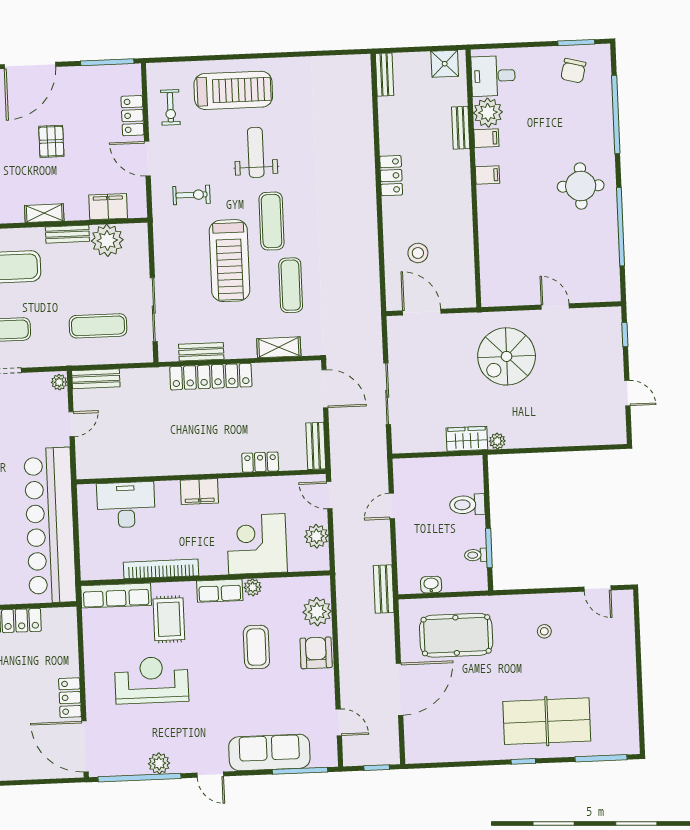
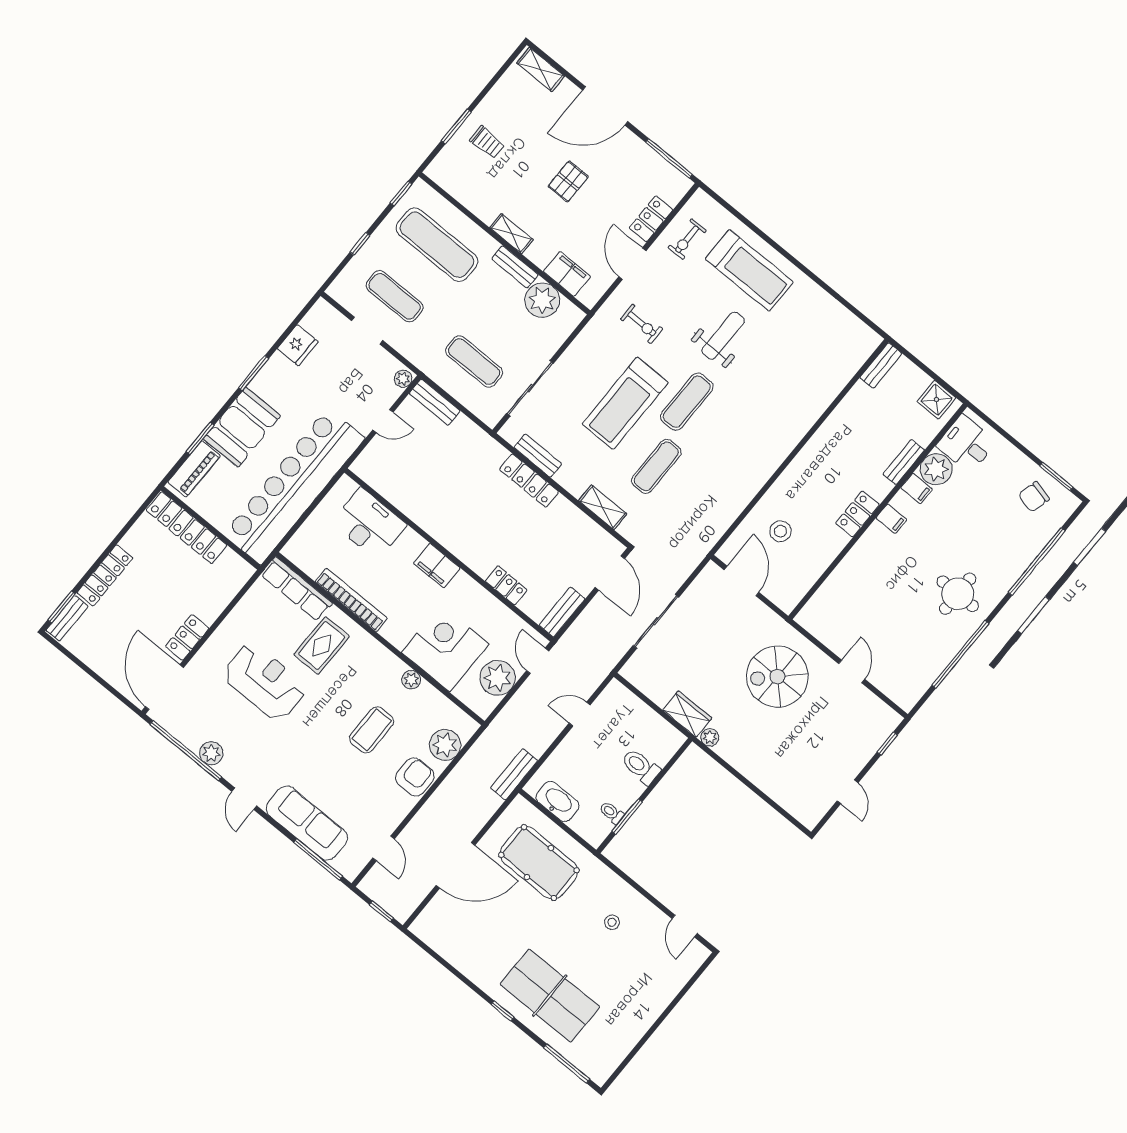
locker: (391, 176) -> (858, 514), moved, turned 180
locker: (211, 377) -> (529, 481), width x0.71, depth x0.83
plant: (316, 536) -> (498, 678), width x1.36, depth x1.36
washbasin: (431, 585) -> (558, 801), width x1.91, depth x1.45
row of seats: (220, 591) -> (382, 659), removed

